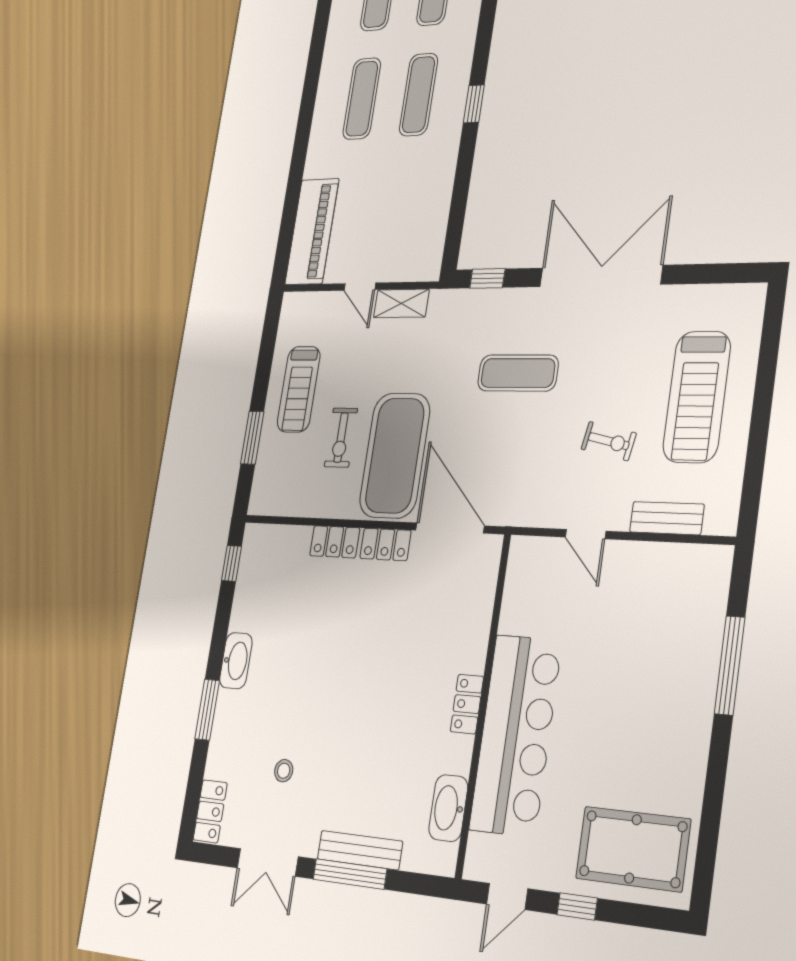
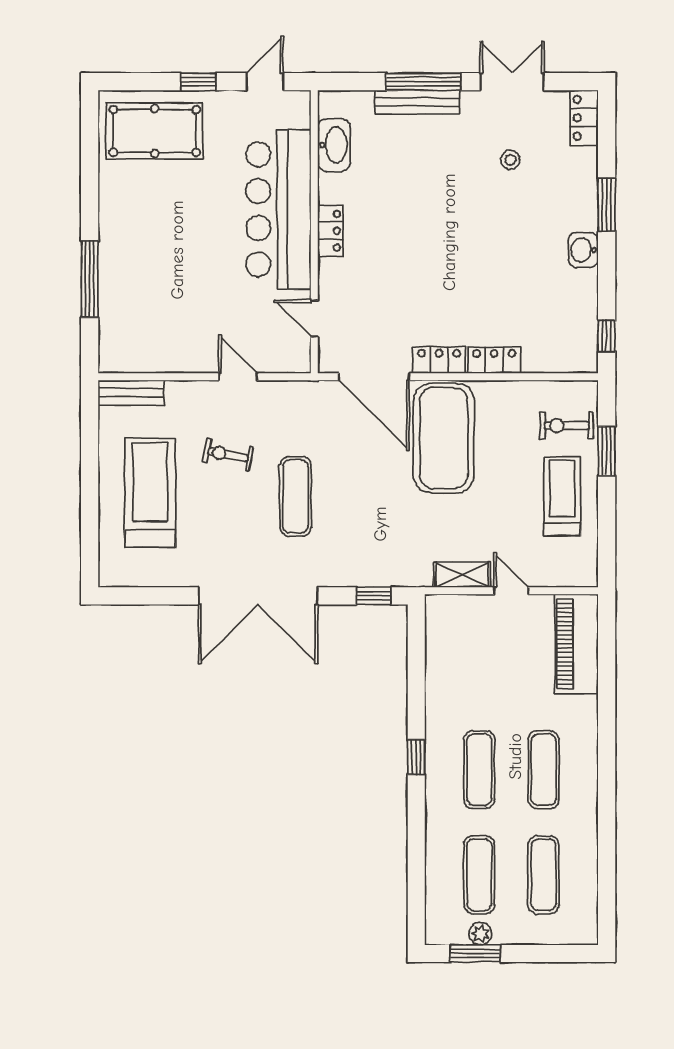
exercise mat: (518, 373) -> (295, 496), moved, turned 90
exercise bike: (341, 438) -> (567, 426), moved, turned -90
bench: (667, 518) -> (131, 393), moved
door: (498, 600) -> (314, 318), added
washbasin: (236, 661) -> (583, 250), width x0.72

